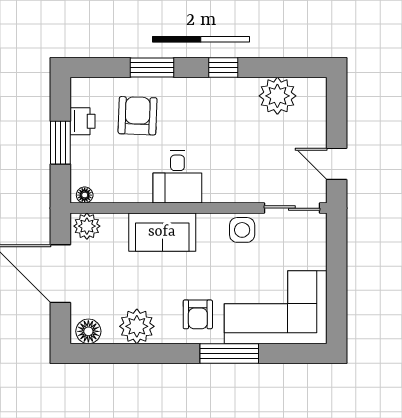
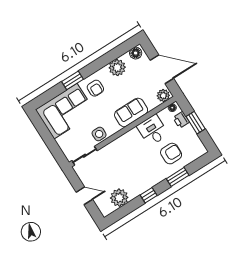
armchair: (138, 116) -> (171, 154), turned -92
printer: (82, 121) -> (181, 120), moved
door: (337, 164) -> (84, 196), moved
desk: (177, 177) -> (153, 130), moved
armchair: (198, 314) -> (95, 88), turned 180
window: (229, 353) -> (72, 80), width x0.69

